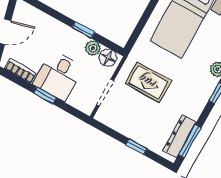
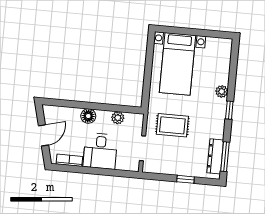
window: (83, 30) -> (104, 107), removed
floor lamp: (108, 58) -> (88, 116), moved
window: (45, 95) -> (97, 171), removed

